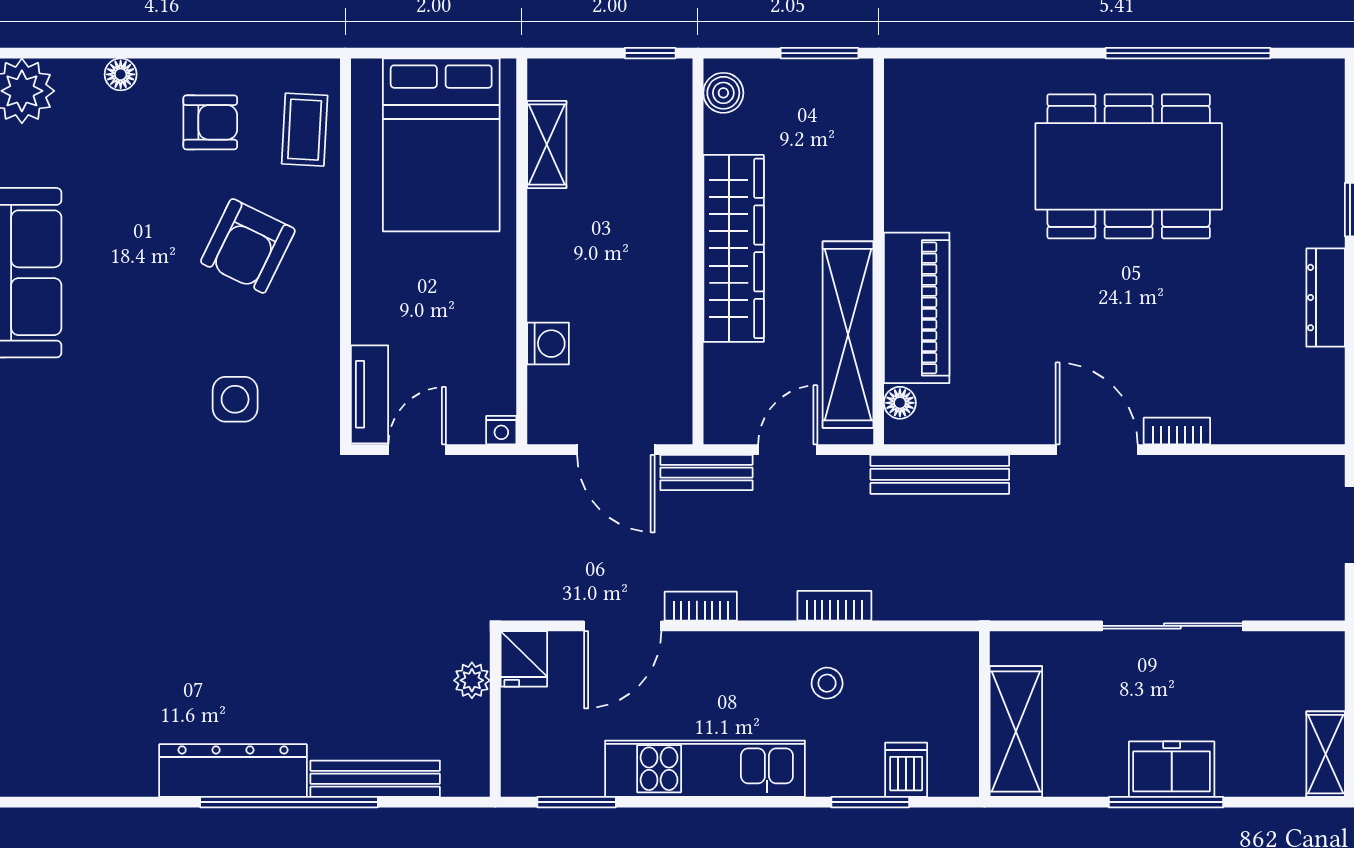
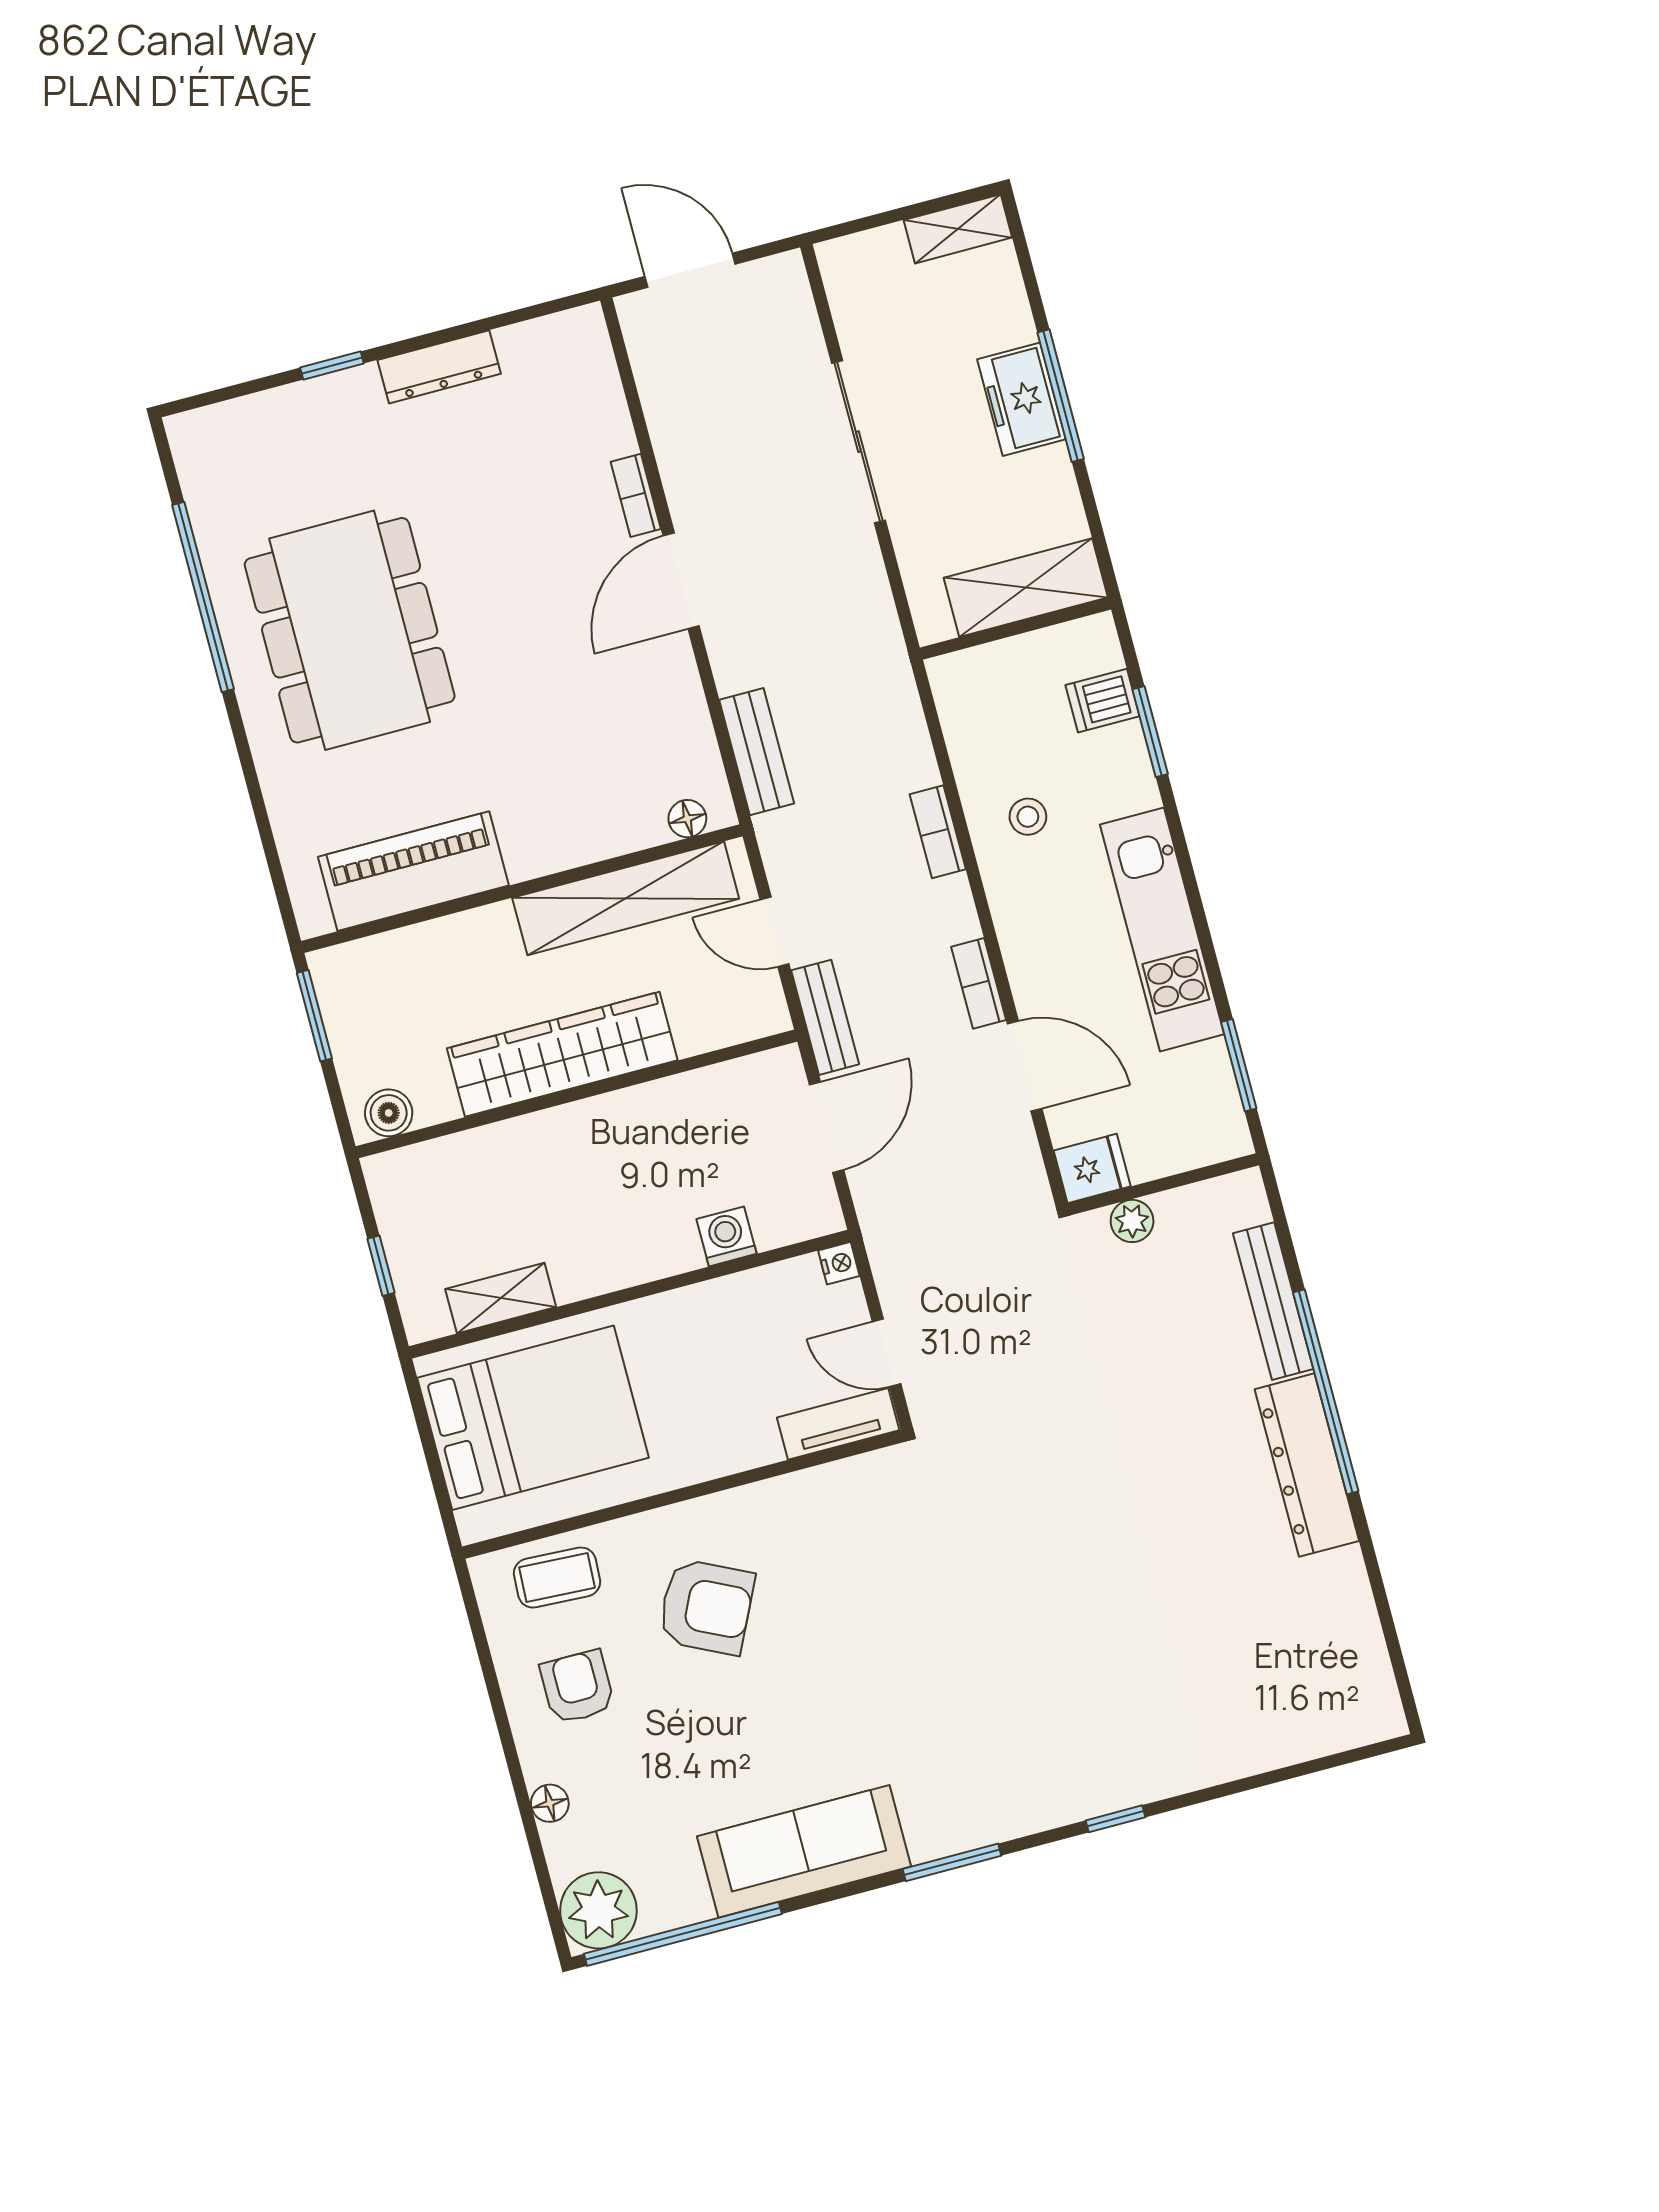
window: (650, 53) -> (381, 1266), moved
piano: (917, 308) -> (413, 871), moved
side table: (235, 399) -> (884, 1575), removed
bench: (940, 474) -> (757, 752), width x0.73

